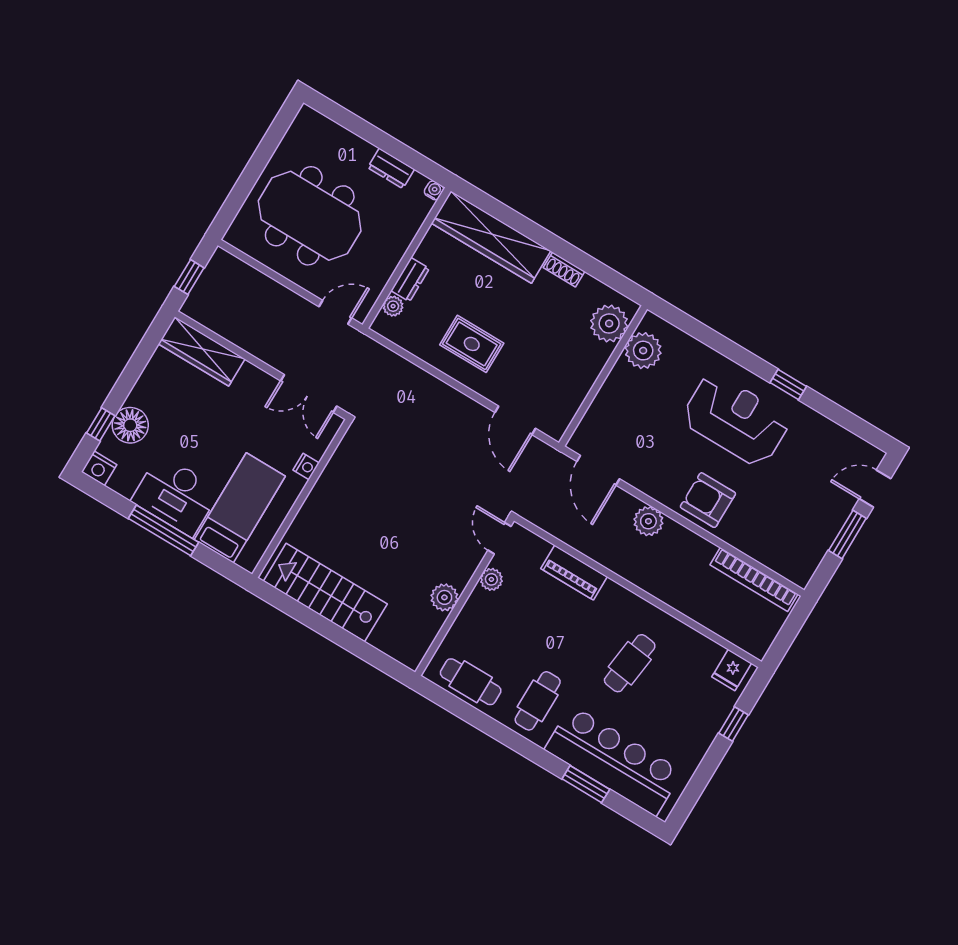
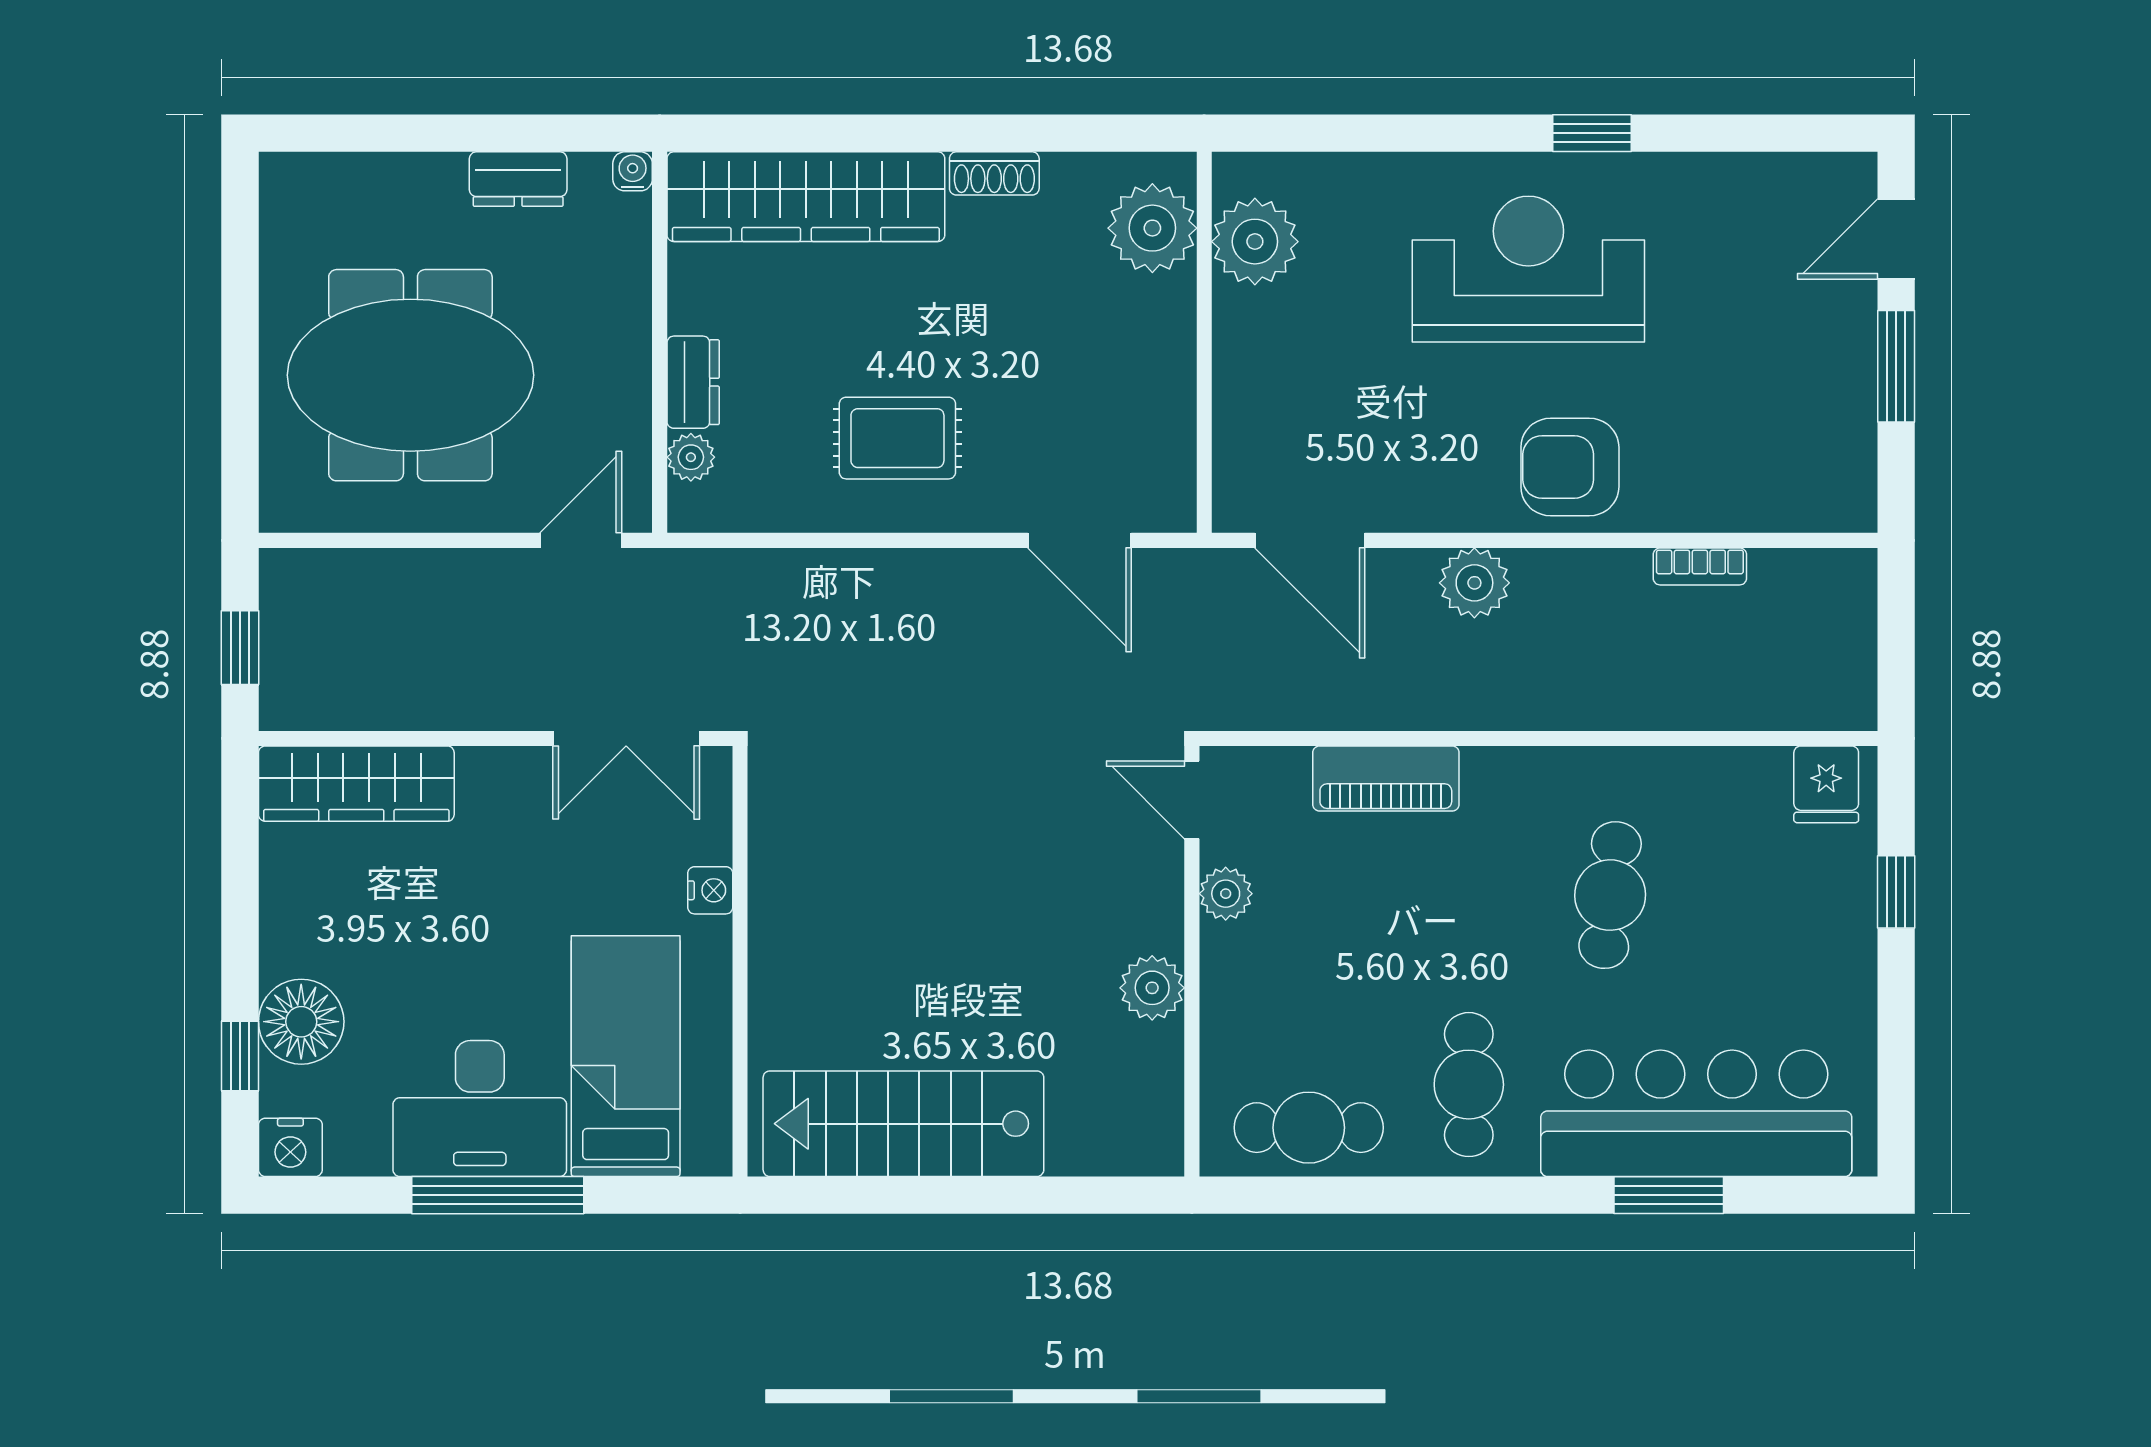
bookcase: (754, 579) -> (1700, 566), width x0.43, depth x0.76

